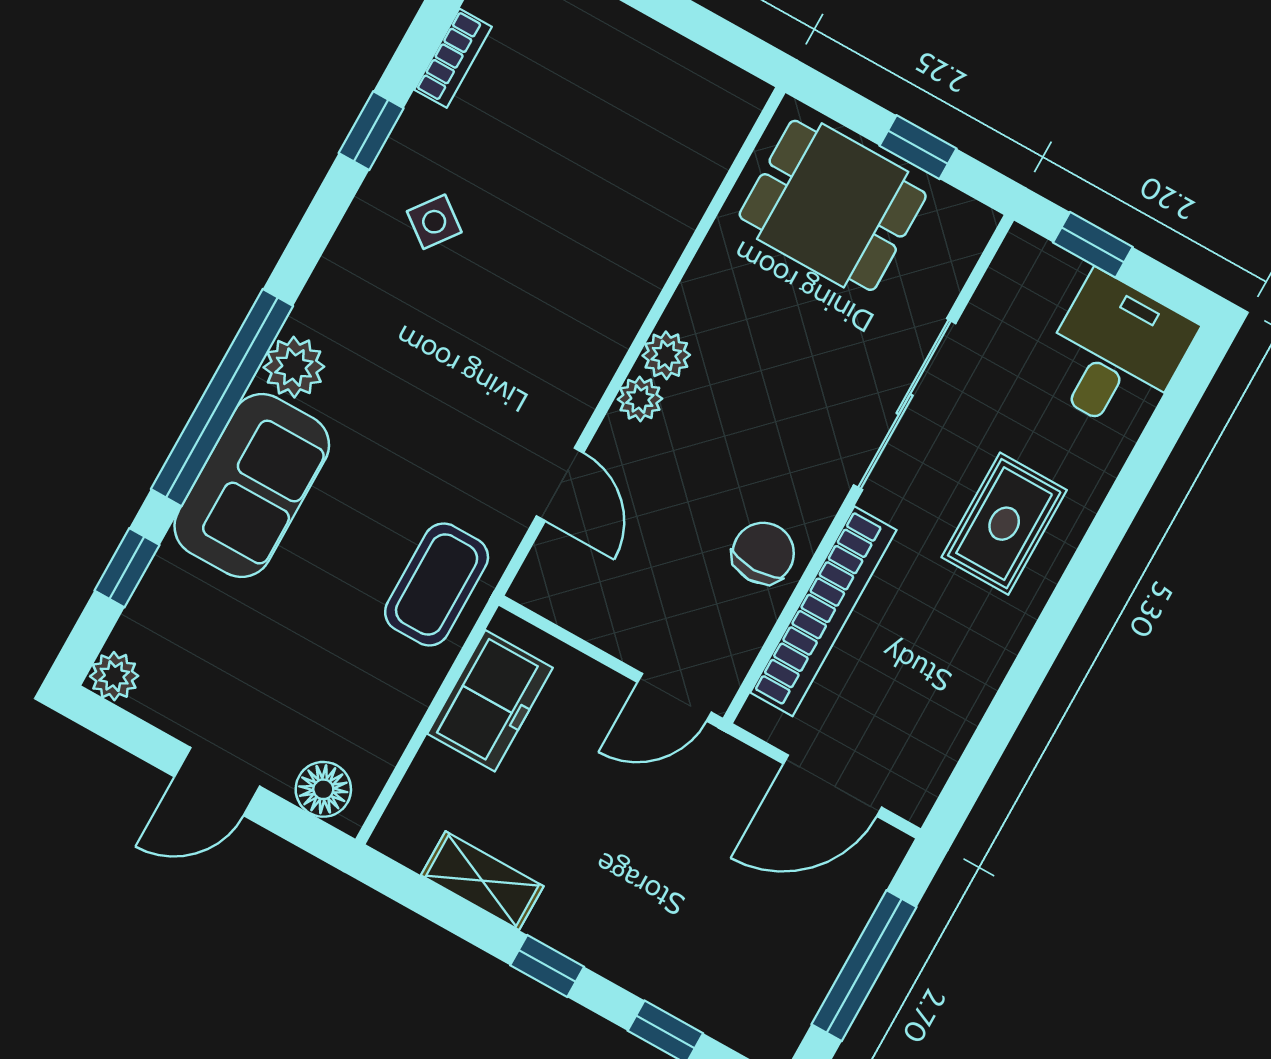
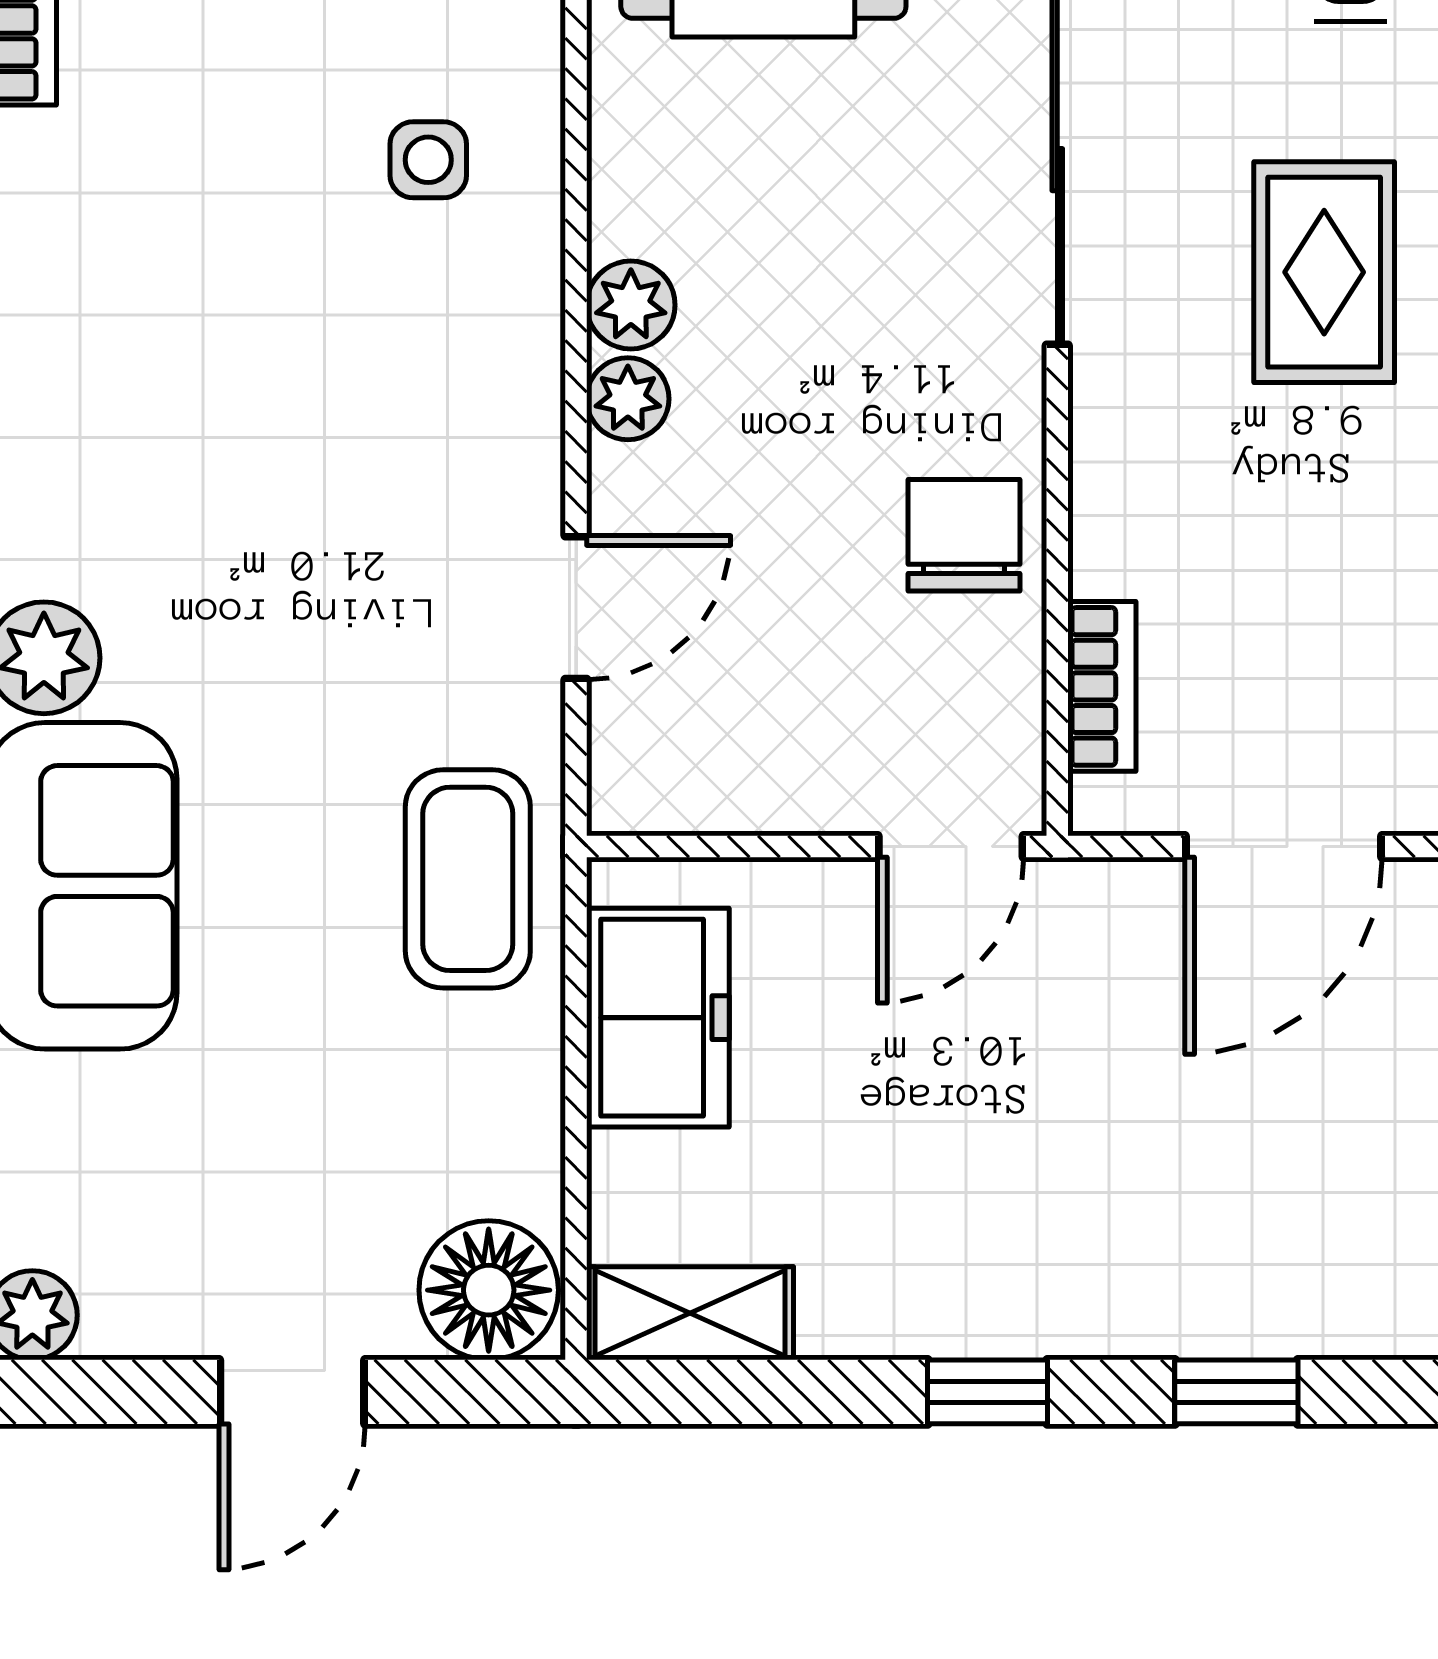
side table: (434, 222) -> (428, 160), moved, turned -37
door: (560, 484) -> (576, 608), hinge flipped
bookcase: (823, 611) -> (1102, 686), width x0.43, depth x0.76
floor lamp: (323, 789) -> (489, 1290), width x1.38, depth x1.38
shelving: (482, 881) -> (690, 1313), moved

